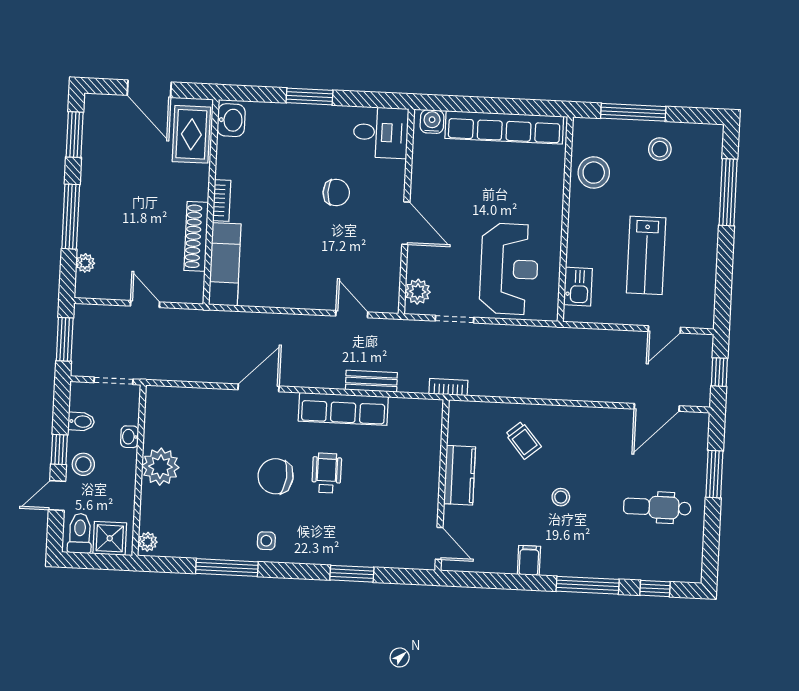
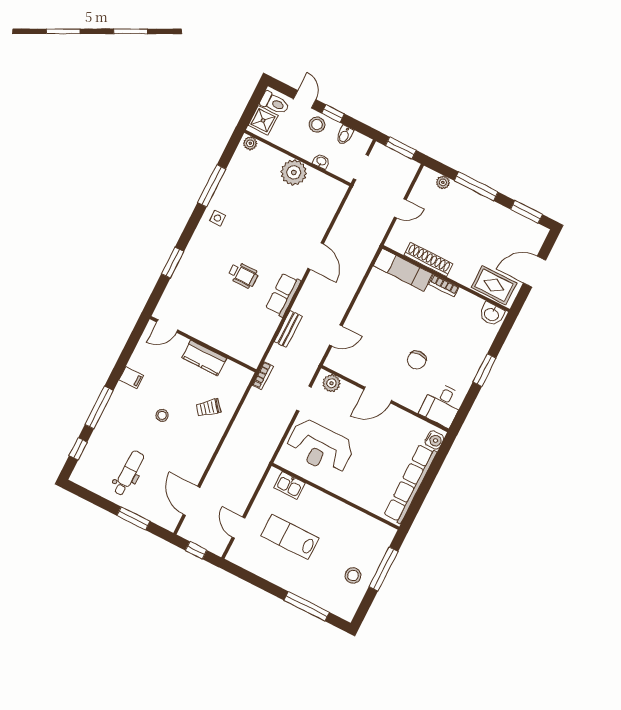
stool: (594, 173) -> (357, 527), removed
row of seats: (343, 409) -> (283, 295), width x0.68
chair: (276, 476) -> (255, 242), removed

